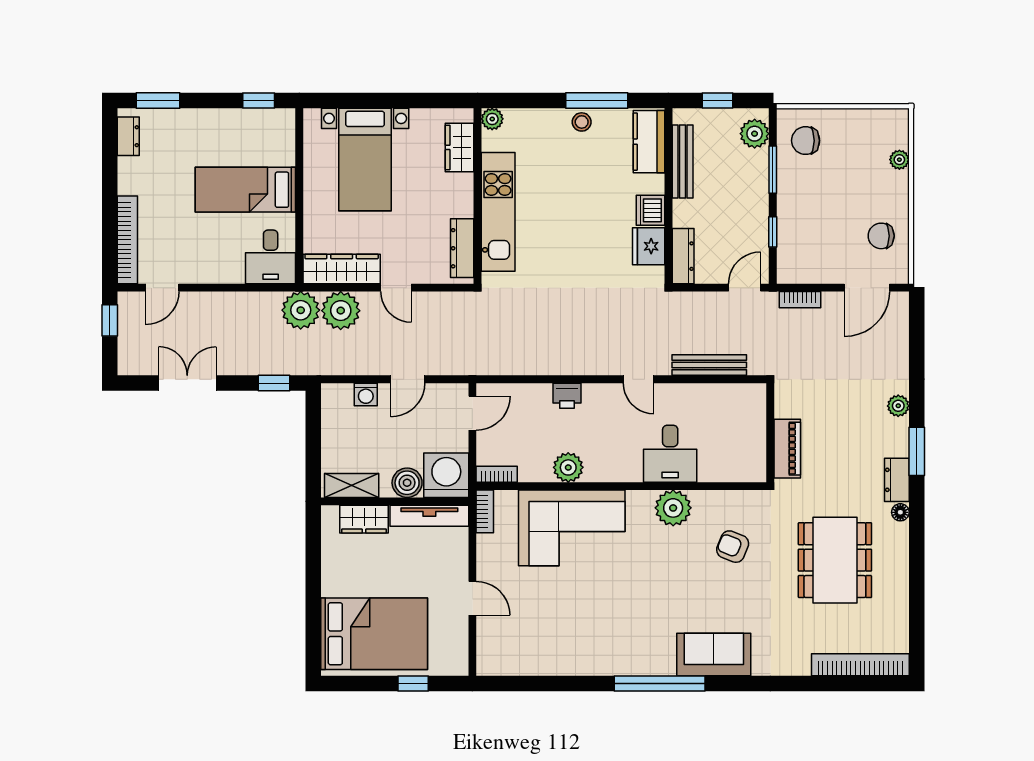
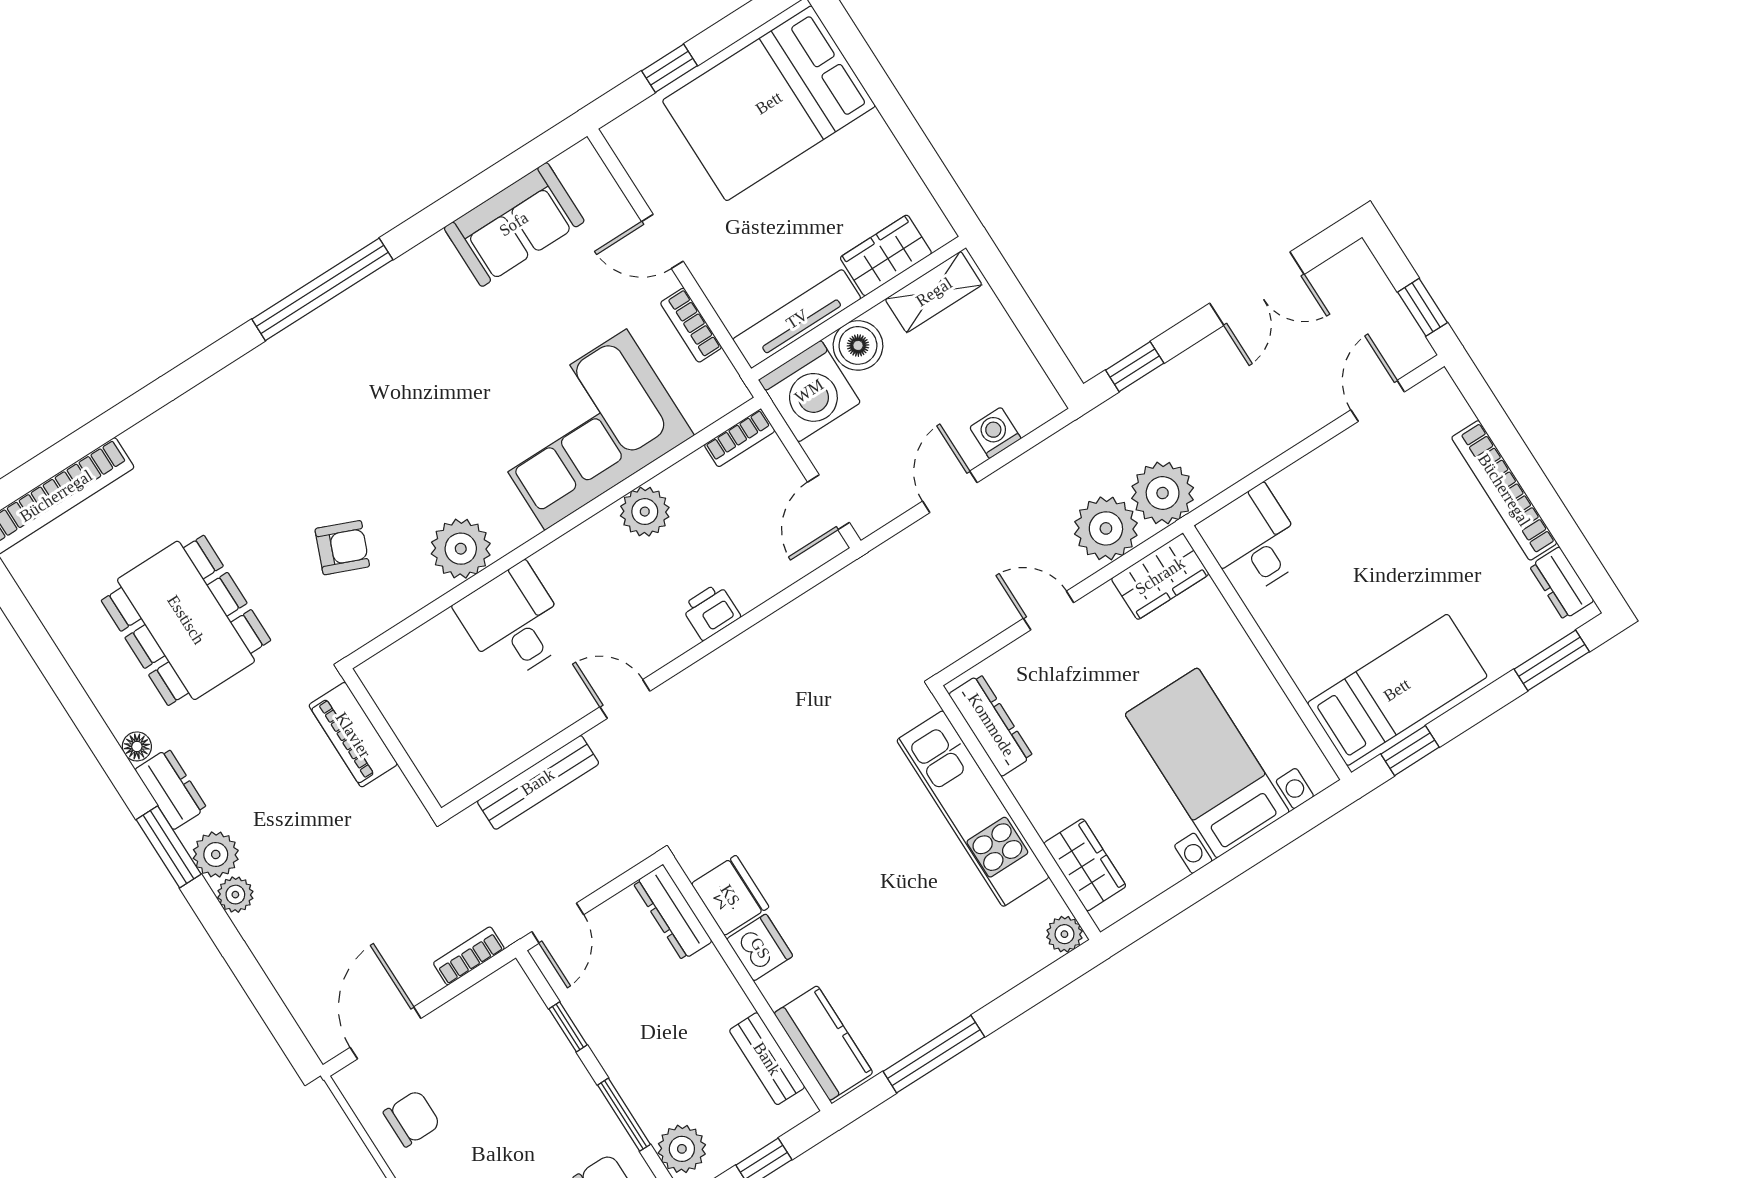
stool: (582, 122) -> (936, 1010), removed
bench: (683, 162) -> (767, 1059), width x0.73
bed: (245, 190) -> (1397, 690), moved
bookcase: (127, 240) -> (1504, 490), moved
wardrobe: (342, 269) -> (1160, 576), width x0.67
plant: (895, 432) -> (216, 854), added
bookcase: (485, 511) -> (691, 325), moved
sofa: (714, 654) -> (514, 224), moved

